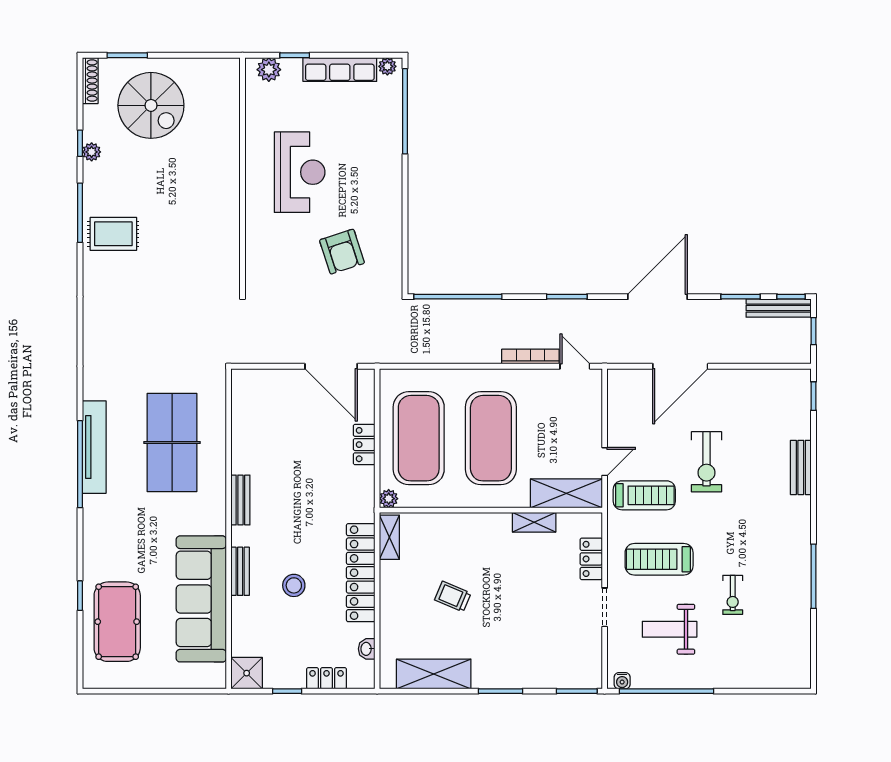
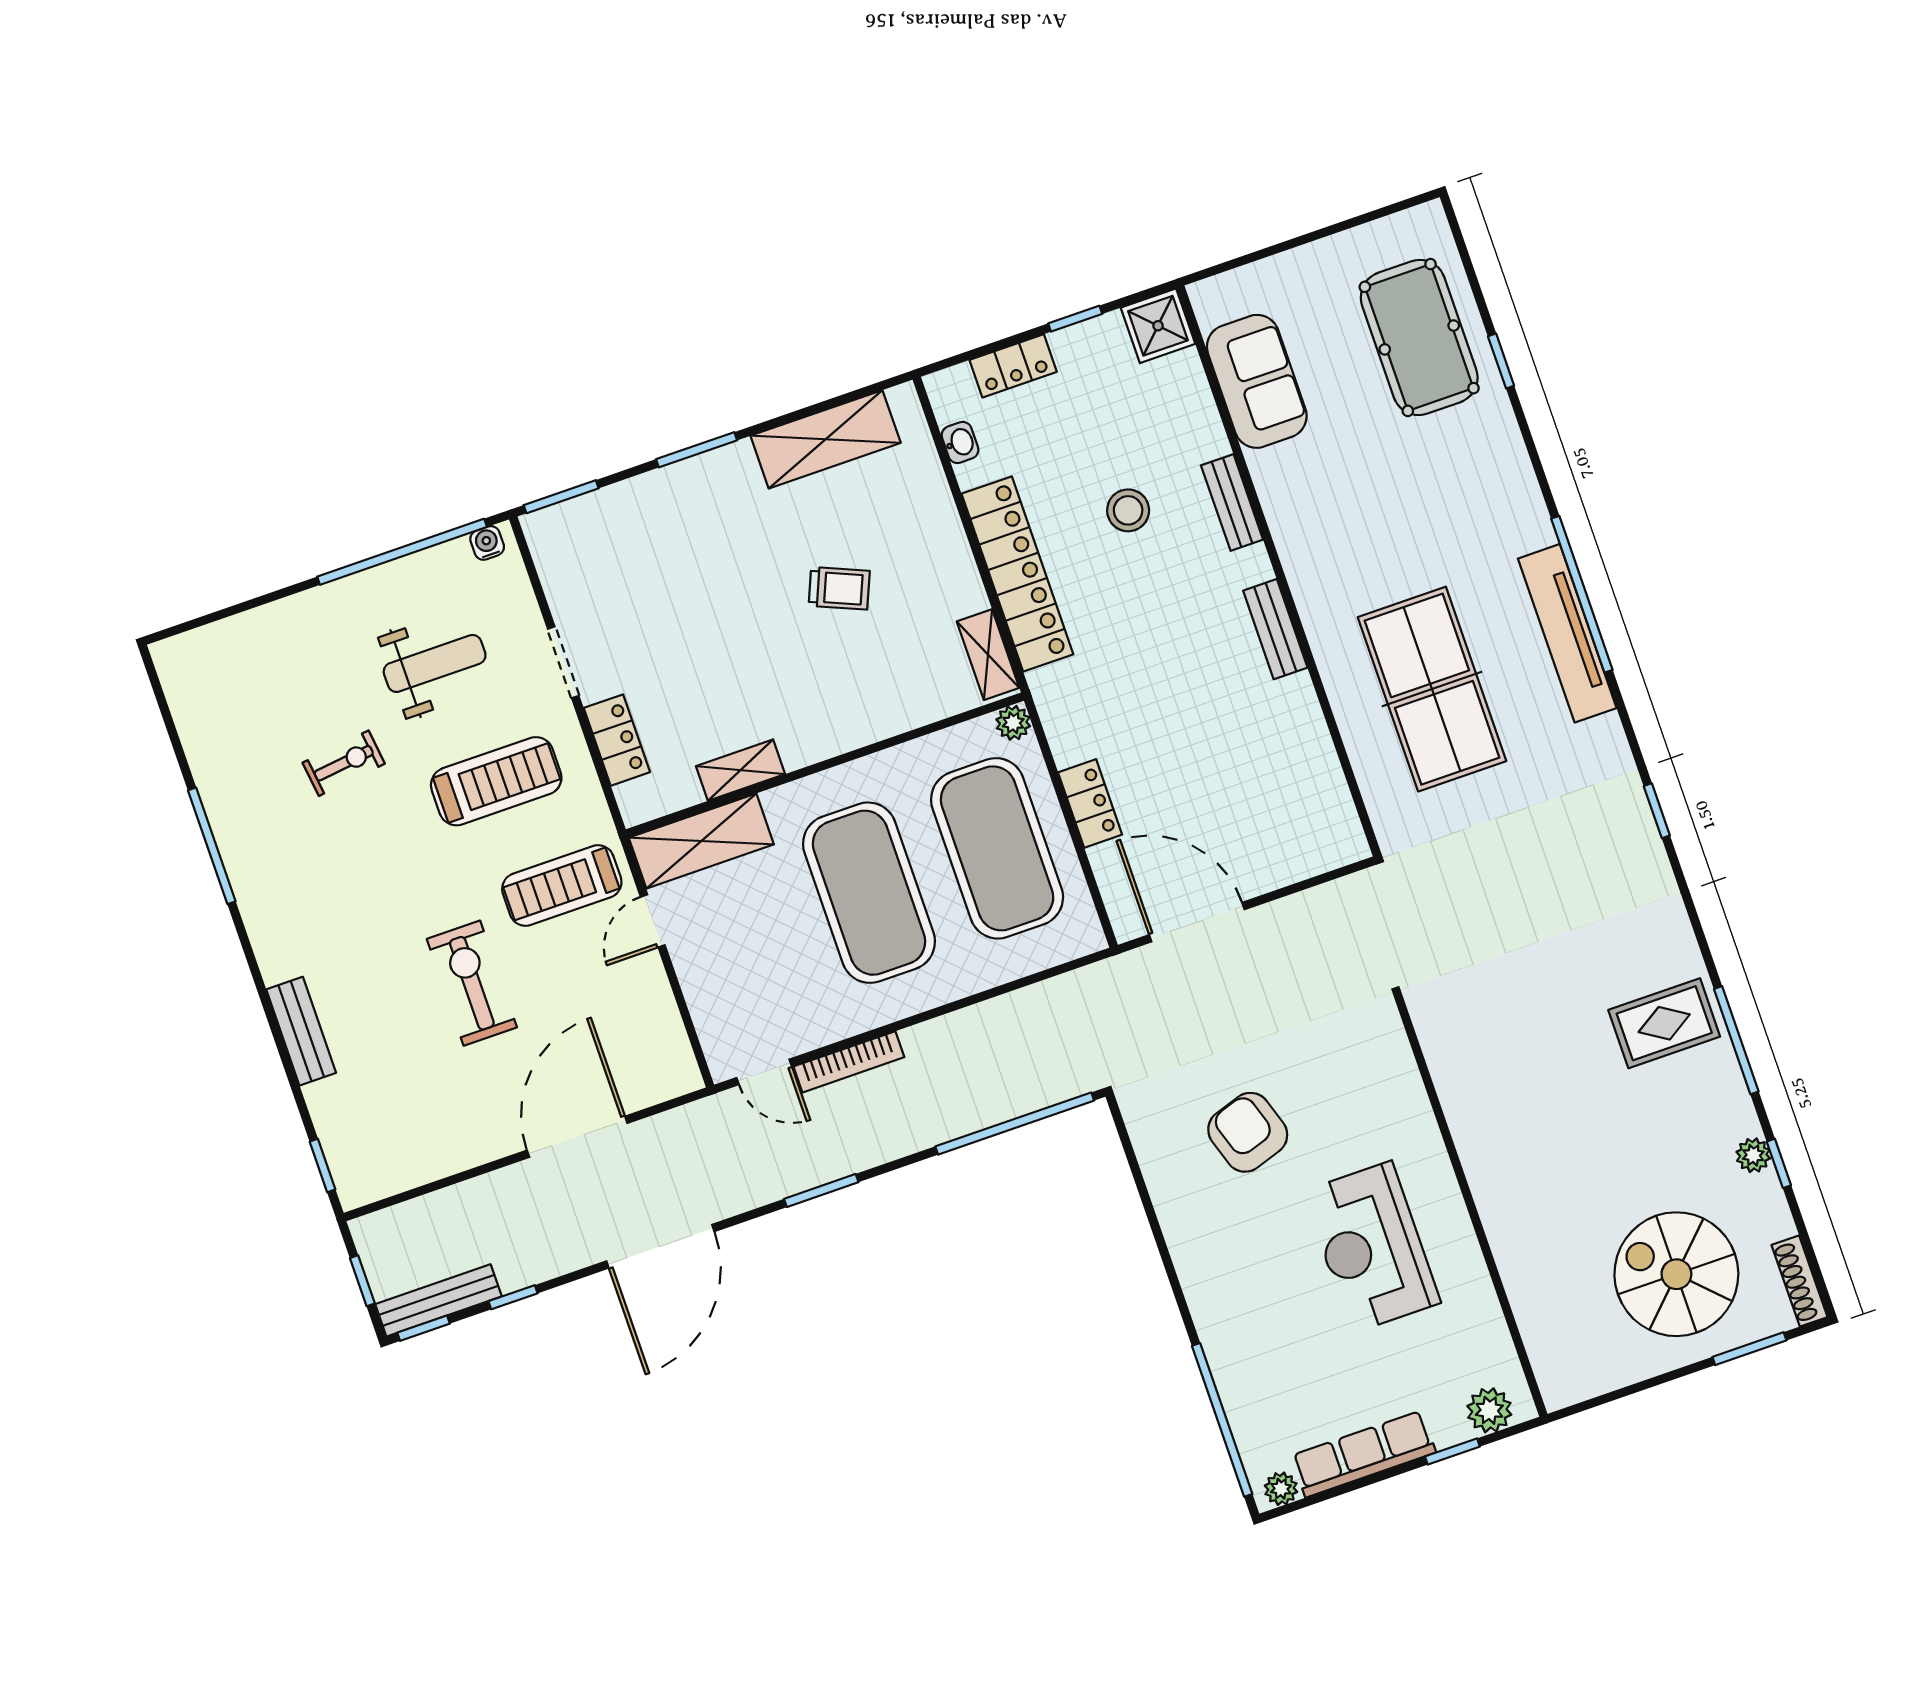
window: (741, 297) -> (513, 1297), width x0.67
window: (80, 342) -> (1657, 811), added
exercise bike: (733, 595) -> (344, 763), turned 83
sofa: (201, 599) -> (1257, 381), width x0.54, depth x0.79

